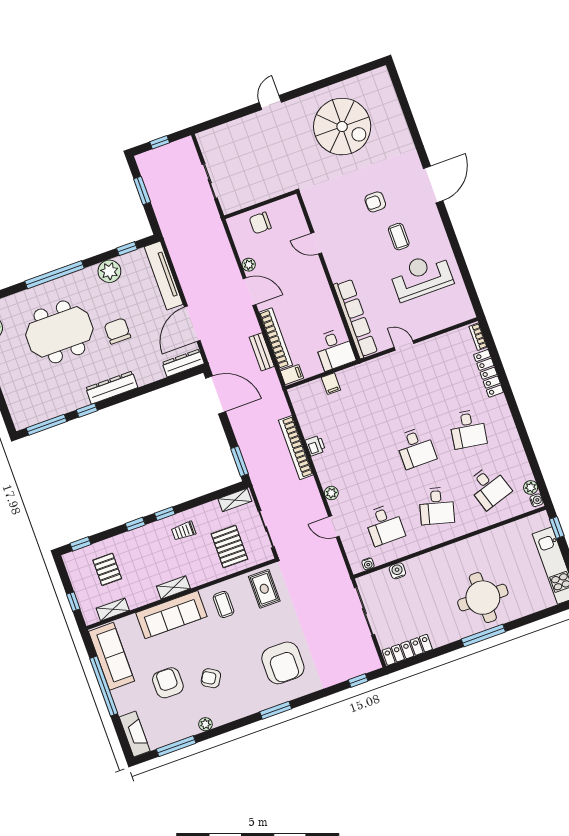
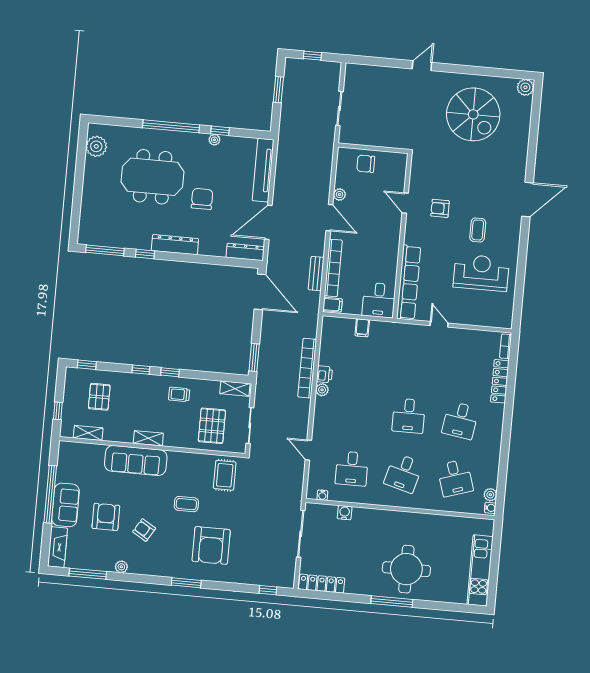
plant: (380, 77) -> (525, 87), added
armchair: (375, 202) -> (440, 208), moved
window: (127, 249) -> (220, 131), moved
plant: (109, 271) -> (214, 140), width x0.53, depth x0.53
plant: (331, 493) -> (322, 390), moved
window: (557, 528) -> (497, 539), removed
coffee table: (224, 604) -> (186, 504), moved, turned 90
sofa: (111, 656) -> (66, 505), moved, width x0.73

